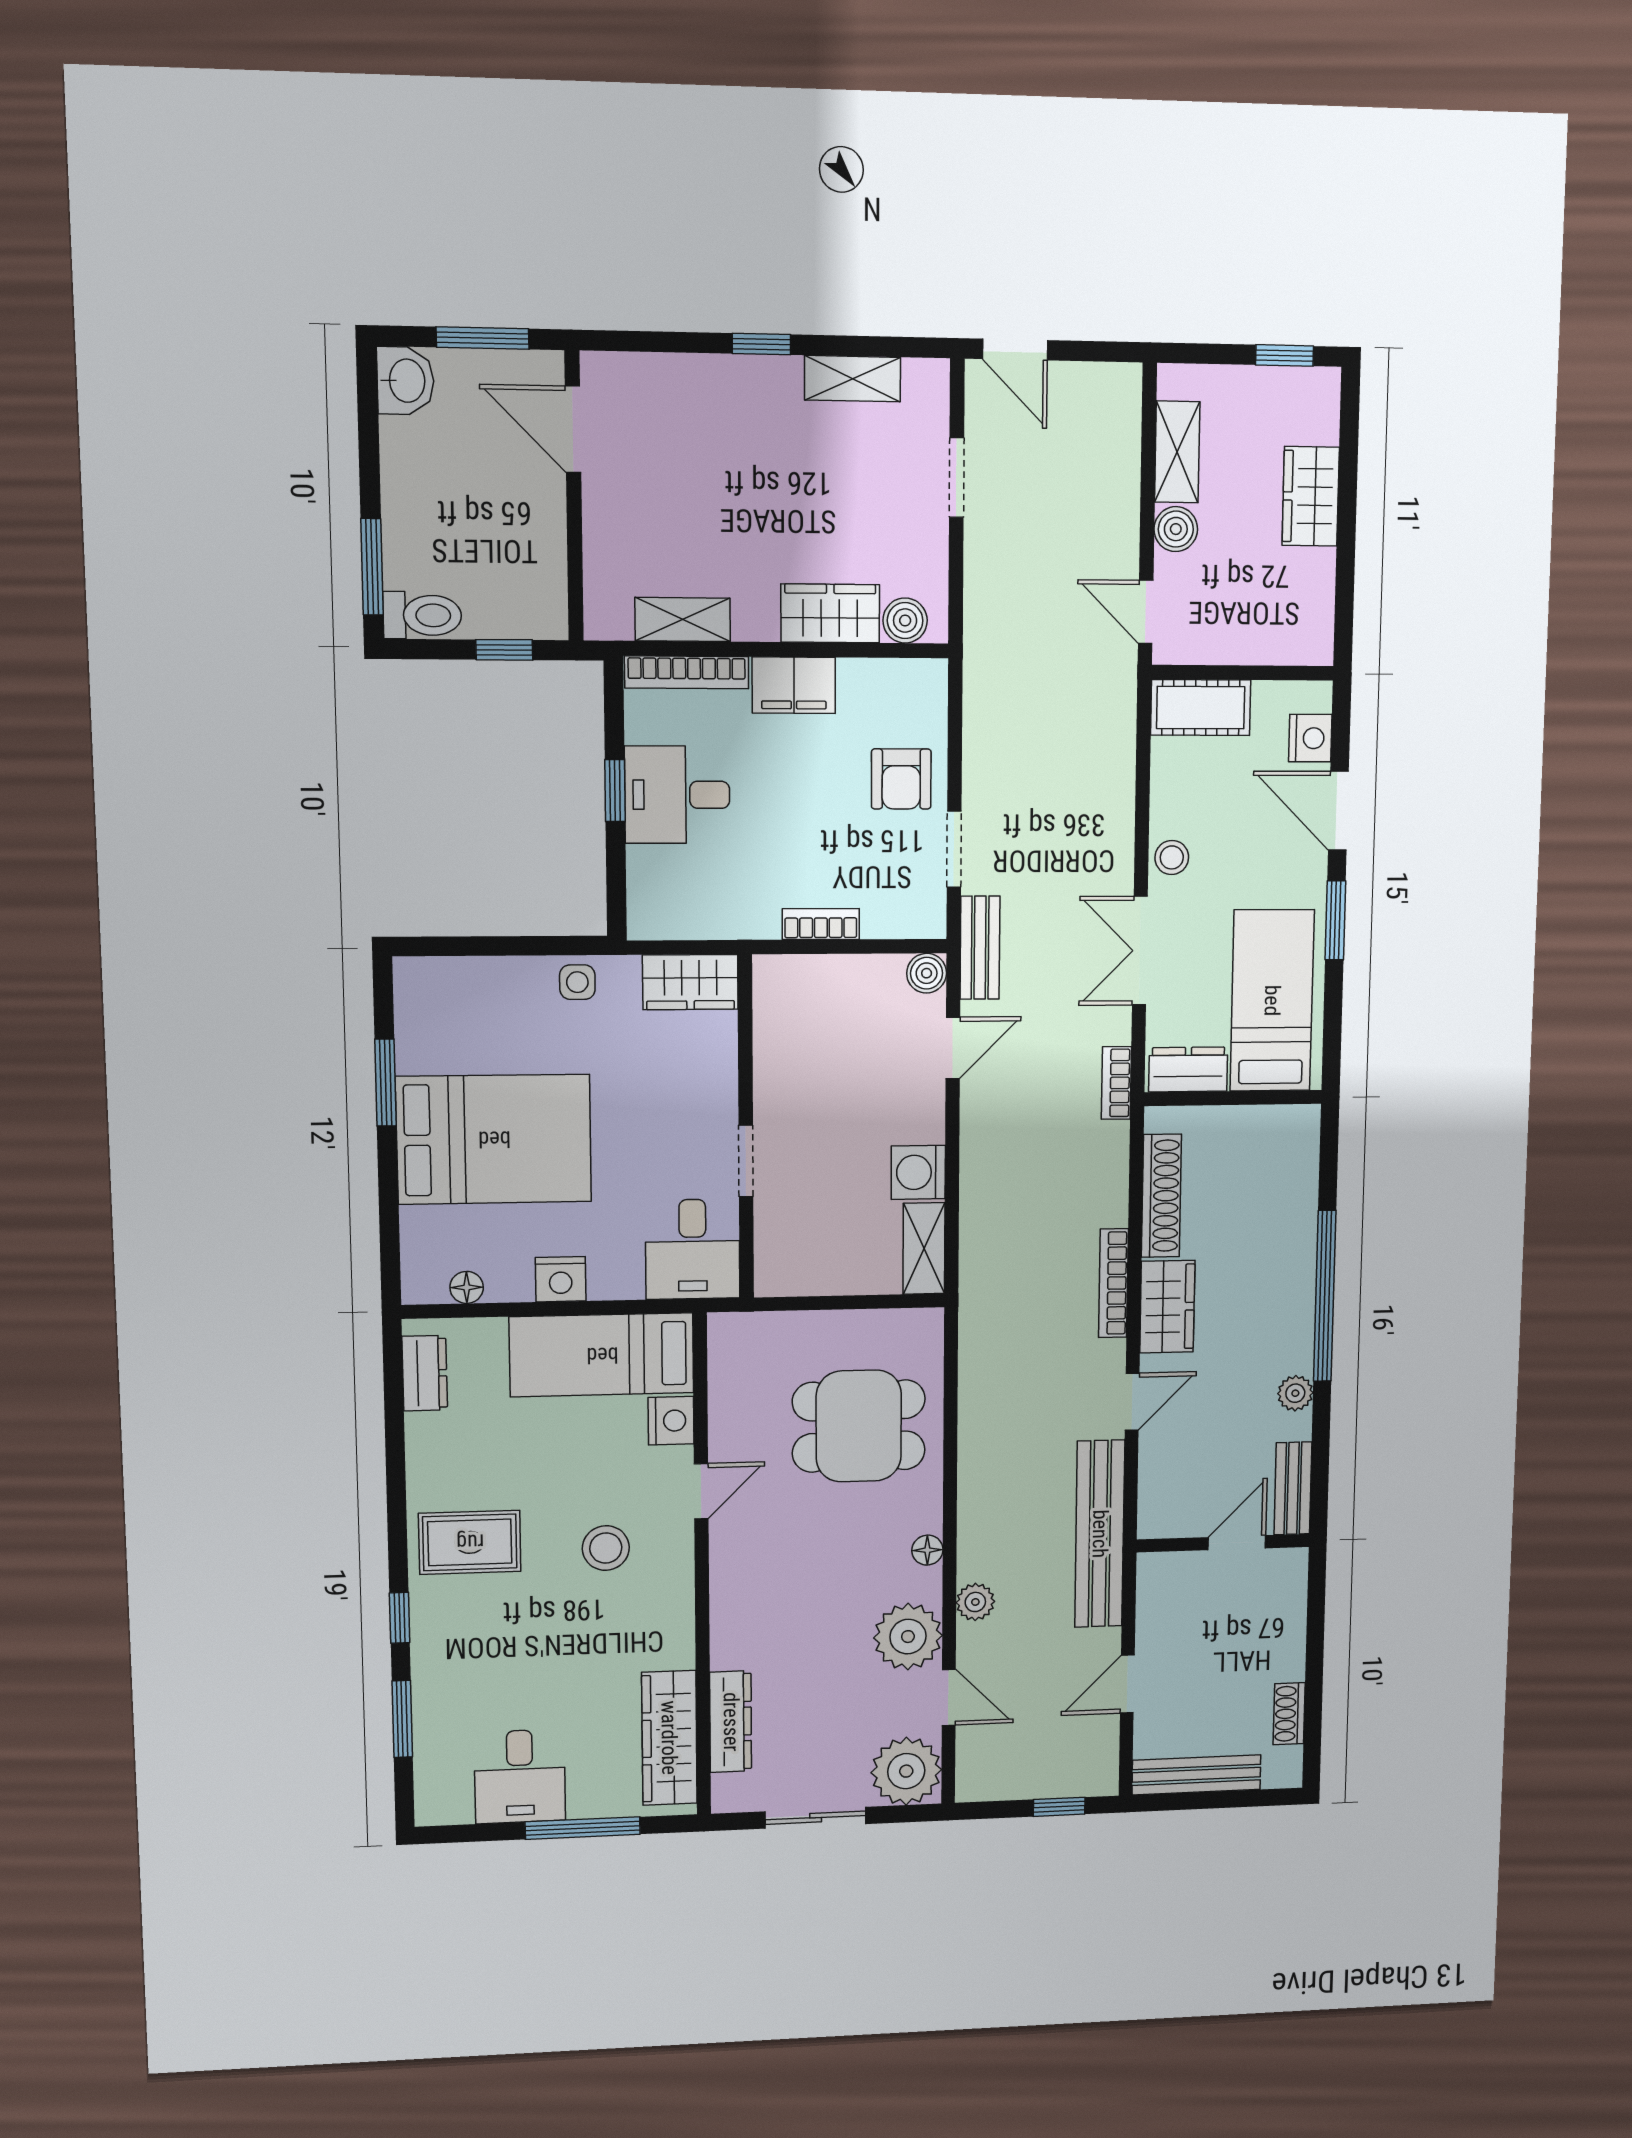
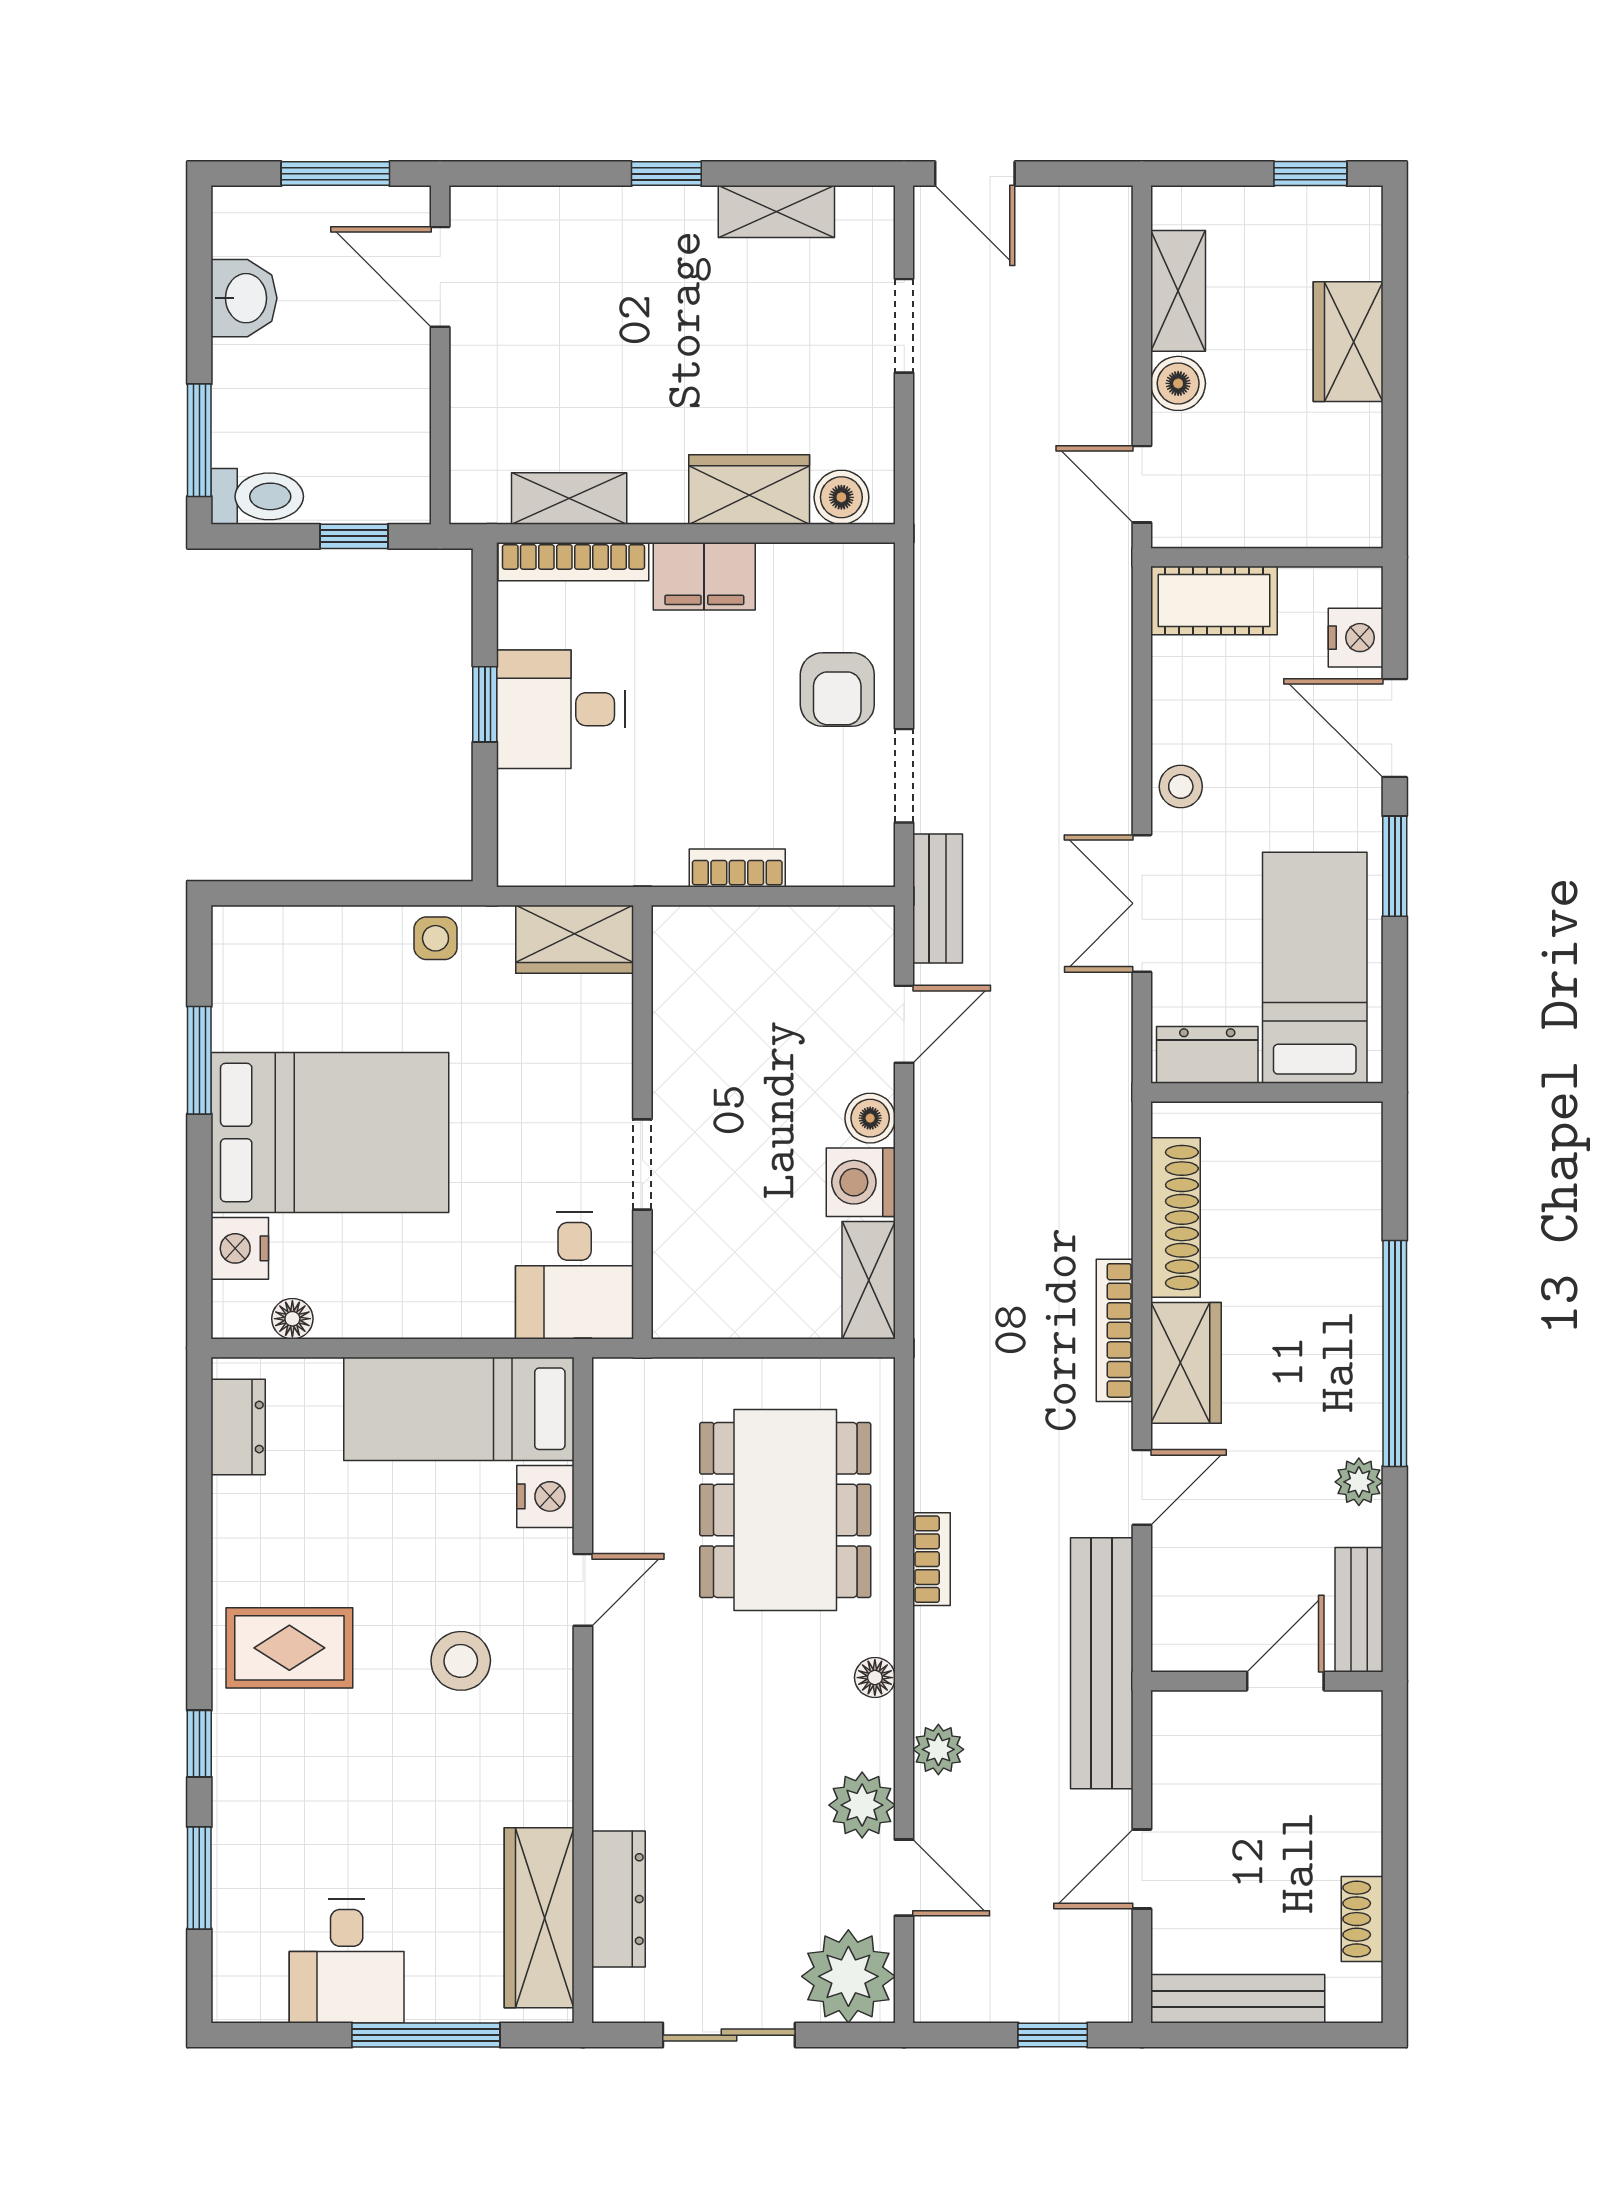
washbasin: (405, 381) -> (244, 298), moved
boiler: (927, 973) -> (870, 1118), moved
bookcase: (1116, 1083) -> (932, 1559), moved, turned 180
nightstand: (561, 1279) -> (240, 1248), moved, turned 90
dining table: (859, 1426) -> (785, 1510), width x1.38
plant: (908, 1637) -> (862, 1805), width x0.73, depth x0.73

